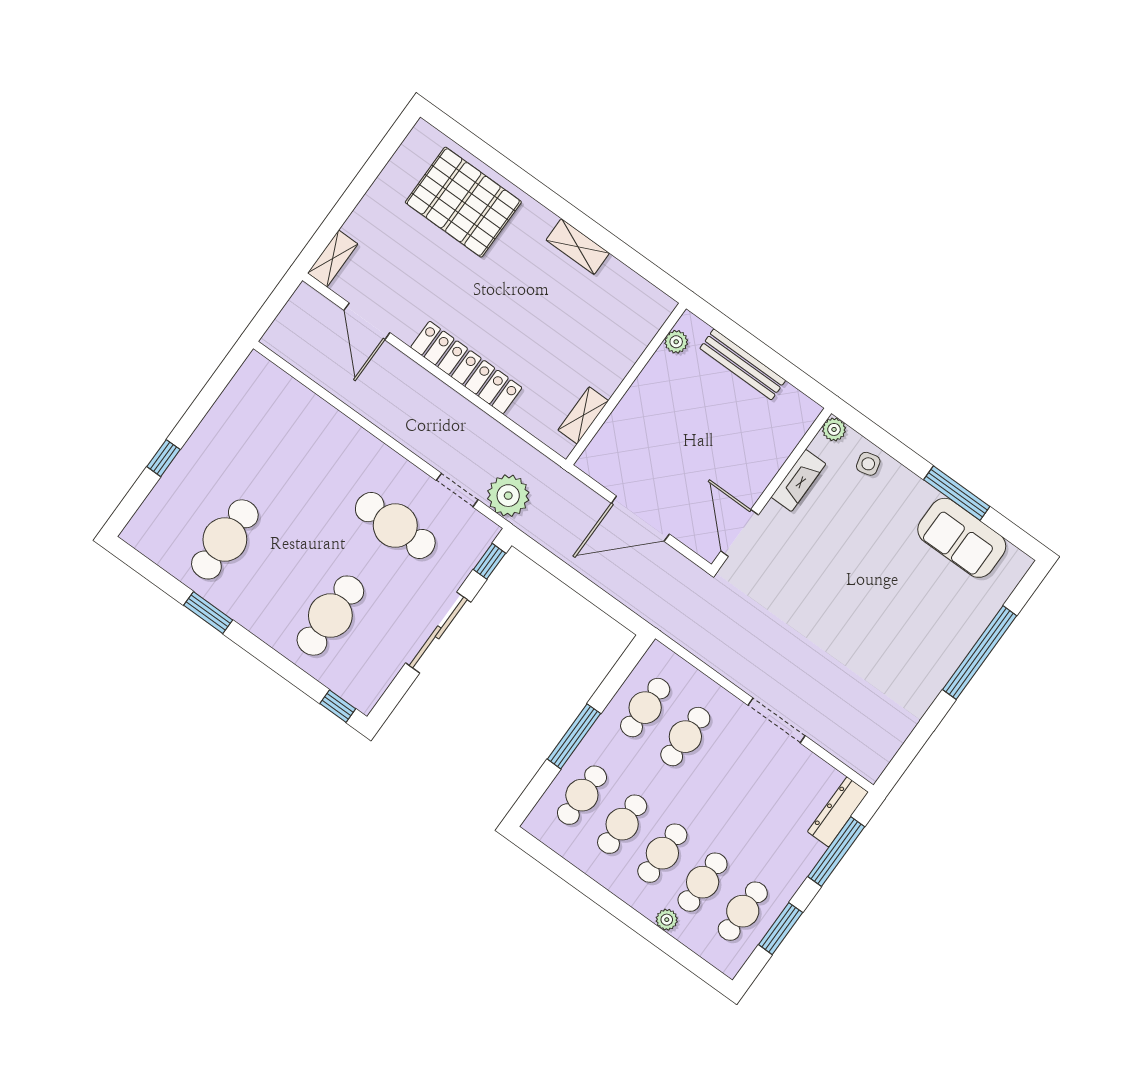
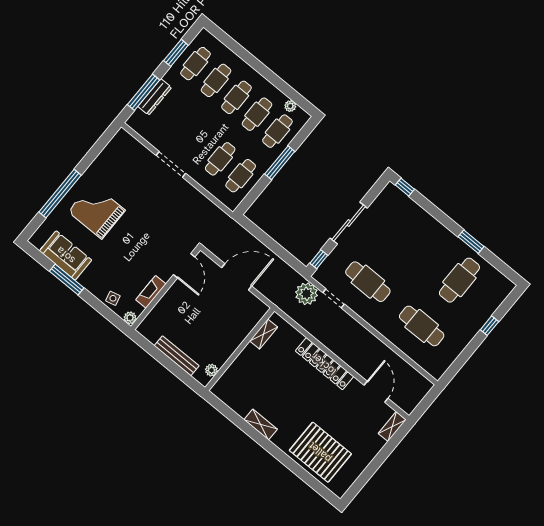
cafe table: (330, 616) -> (422, 326), moved, turned 90
grand piano: (909, 625) -> (97, 211), added
dresser: (838, 812) -> (155, 97), moved
plant: (667, 920) -> (290, 106), moved

